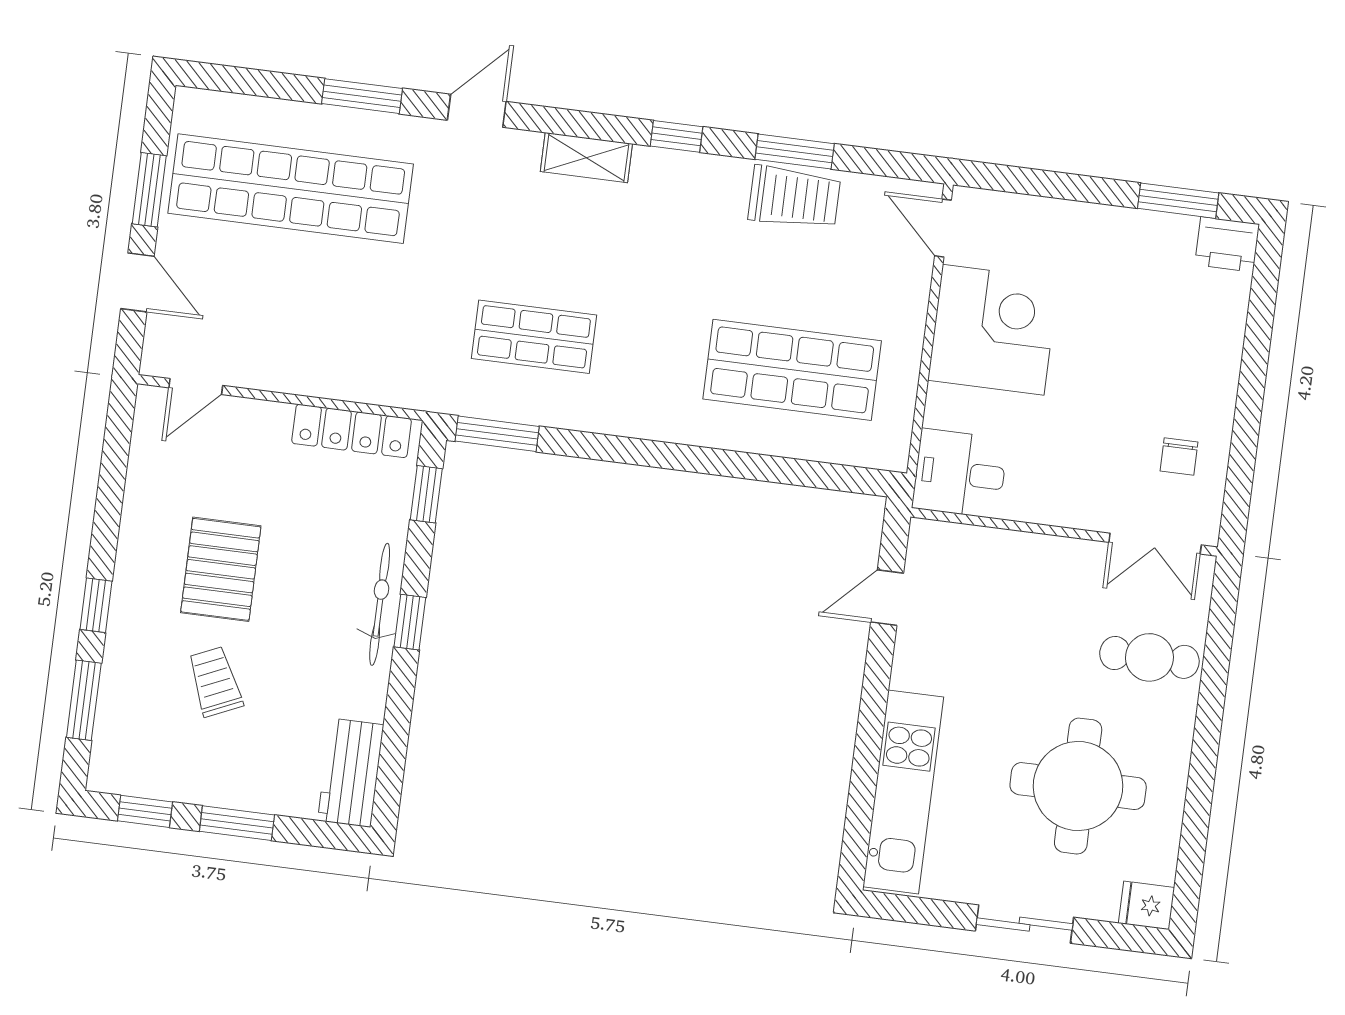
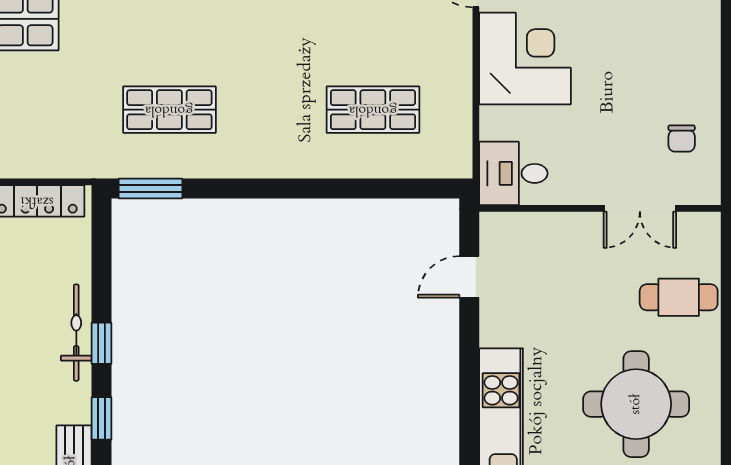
shop shelf: (792, 370) -> (373, 110), width x0.70, depth x0.74
window: (426, 494) -> (101, 418), moved
double door: (1155, 544) -> (640, 208), moved

